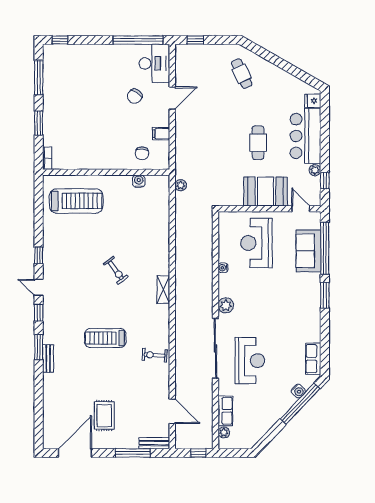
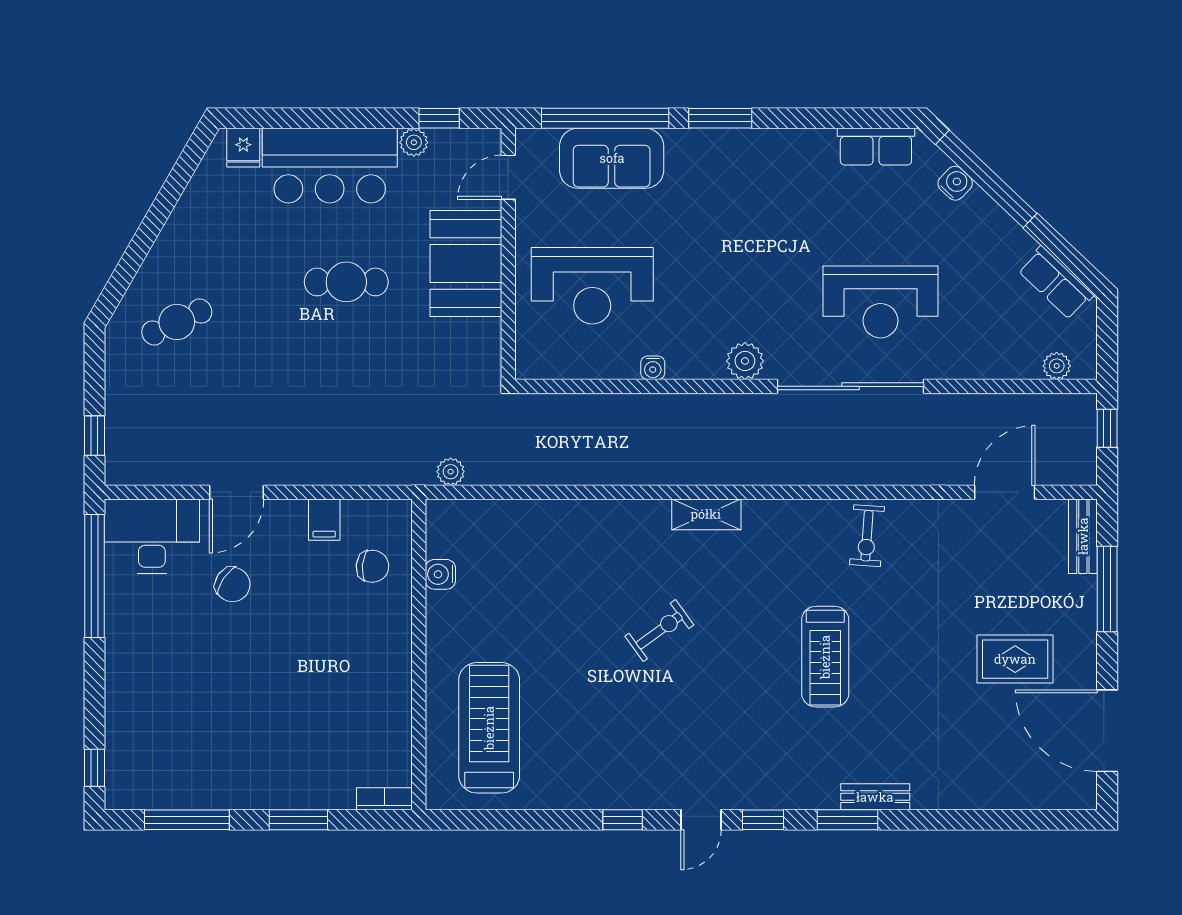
door: (172, 98) -> (237, 492), swing flipped
reception desk: (250, 361) -> (880, 302), turned 180
row of seats: (225, 411) -> (1056, 283), moved, turned -136

